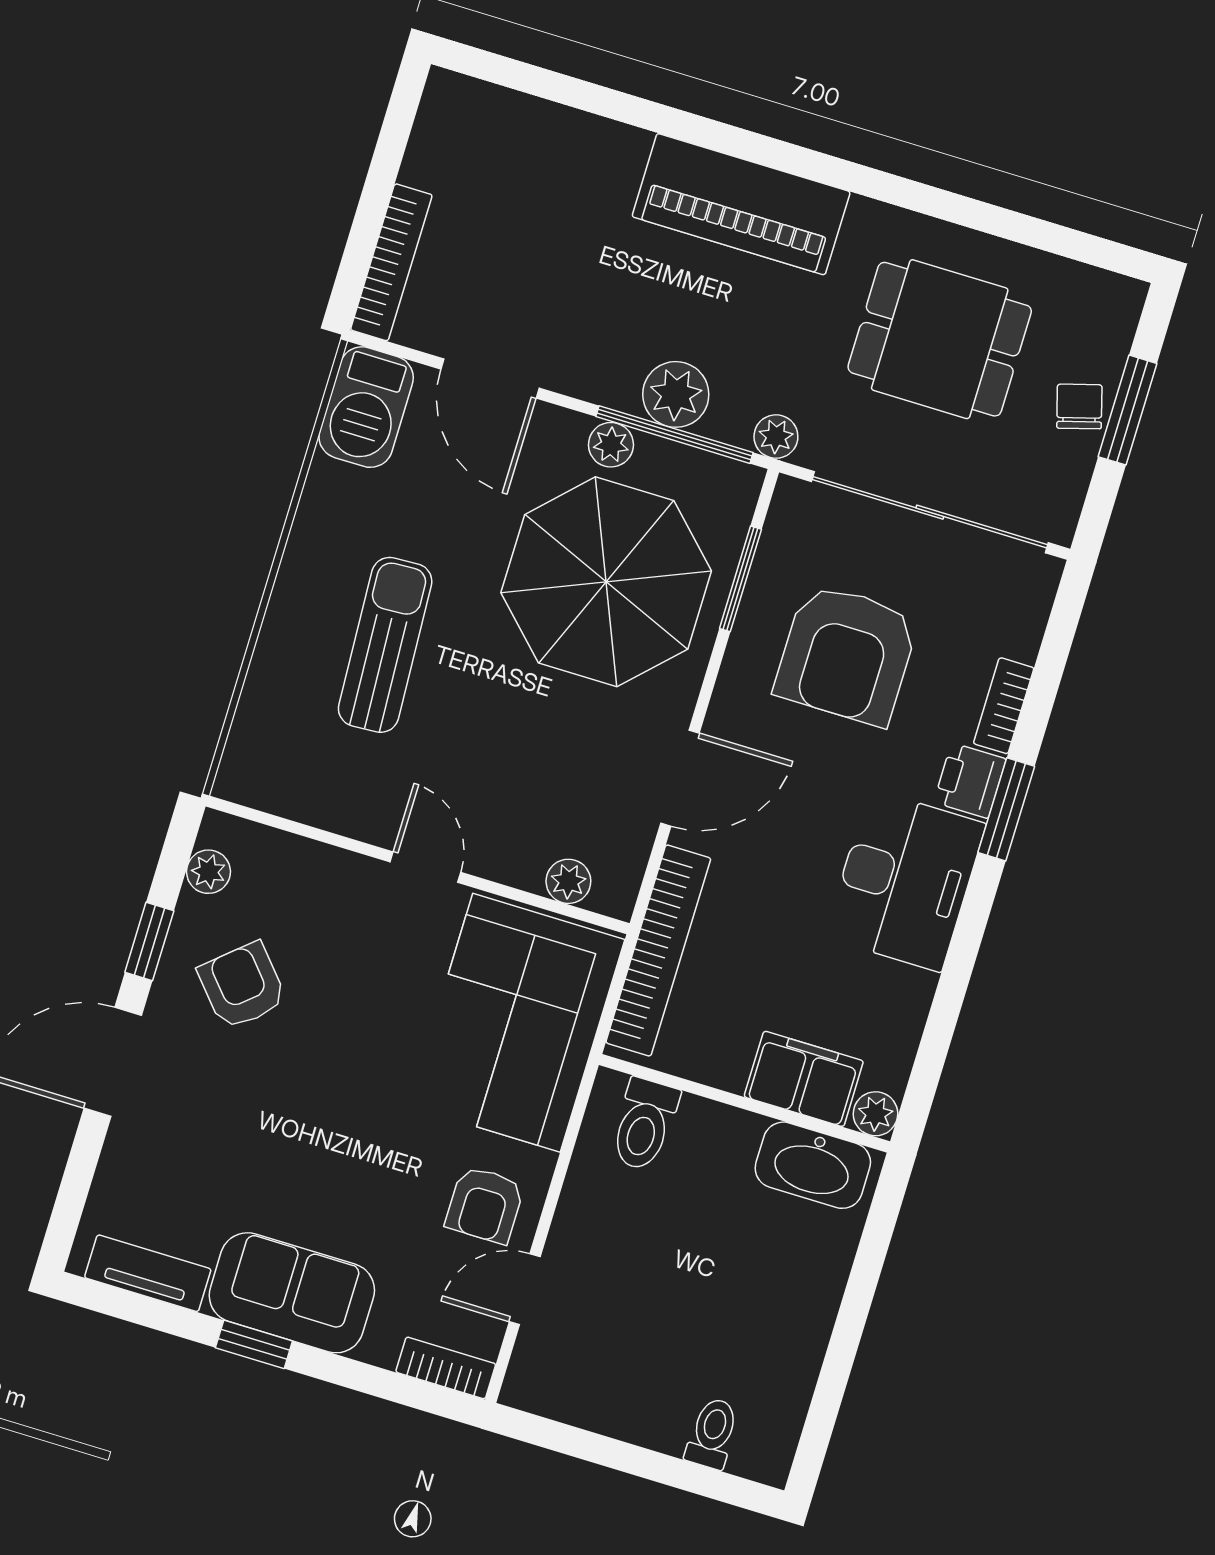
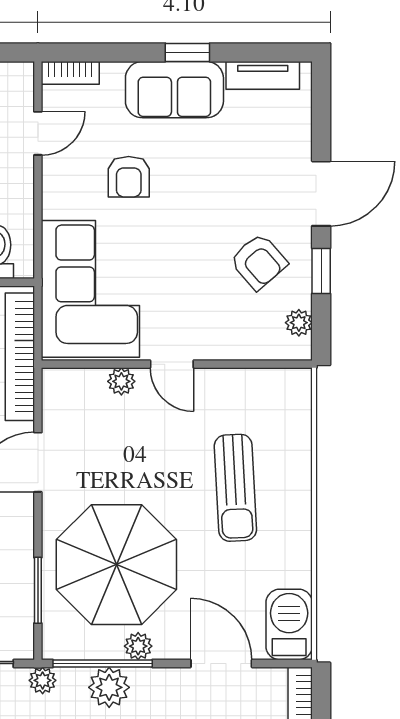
plant: (568, 881) -> (121, 381), moved
armchair: (485, 1205) -> (129, 177), moved, turned 180

